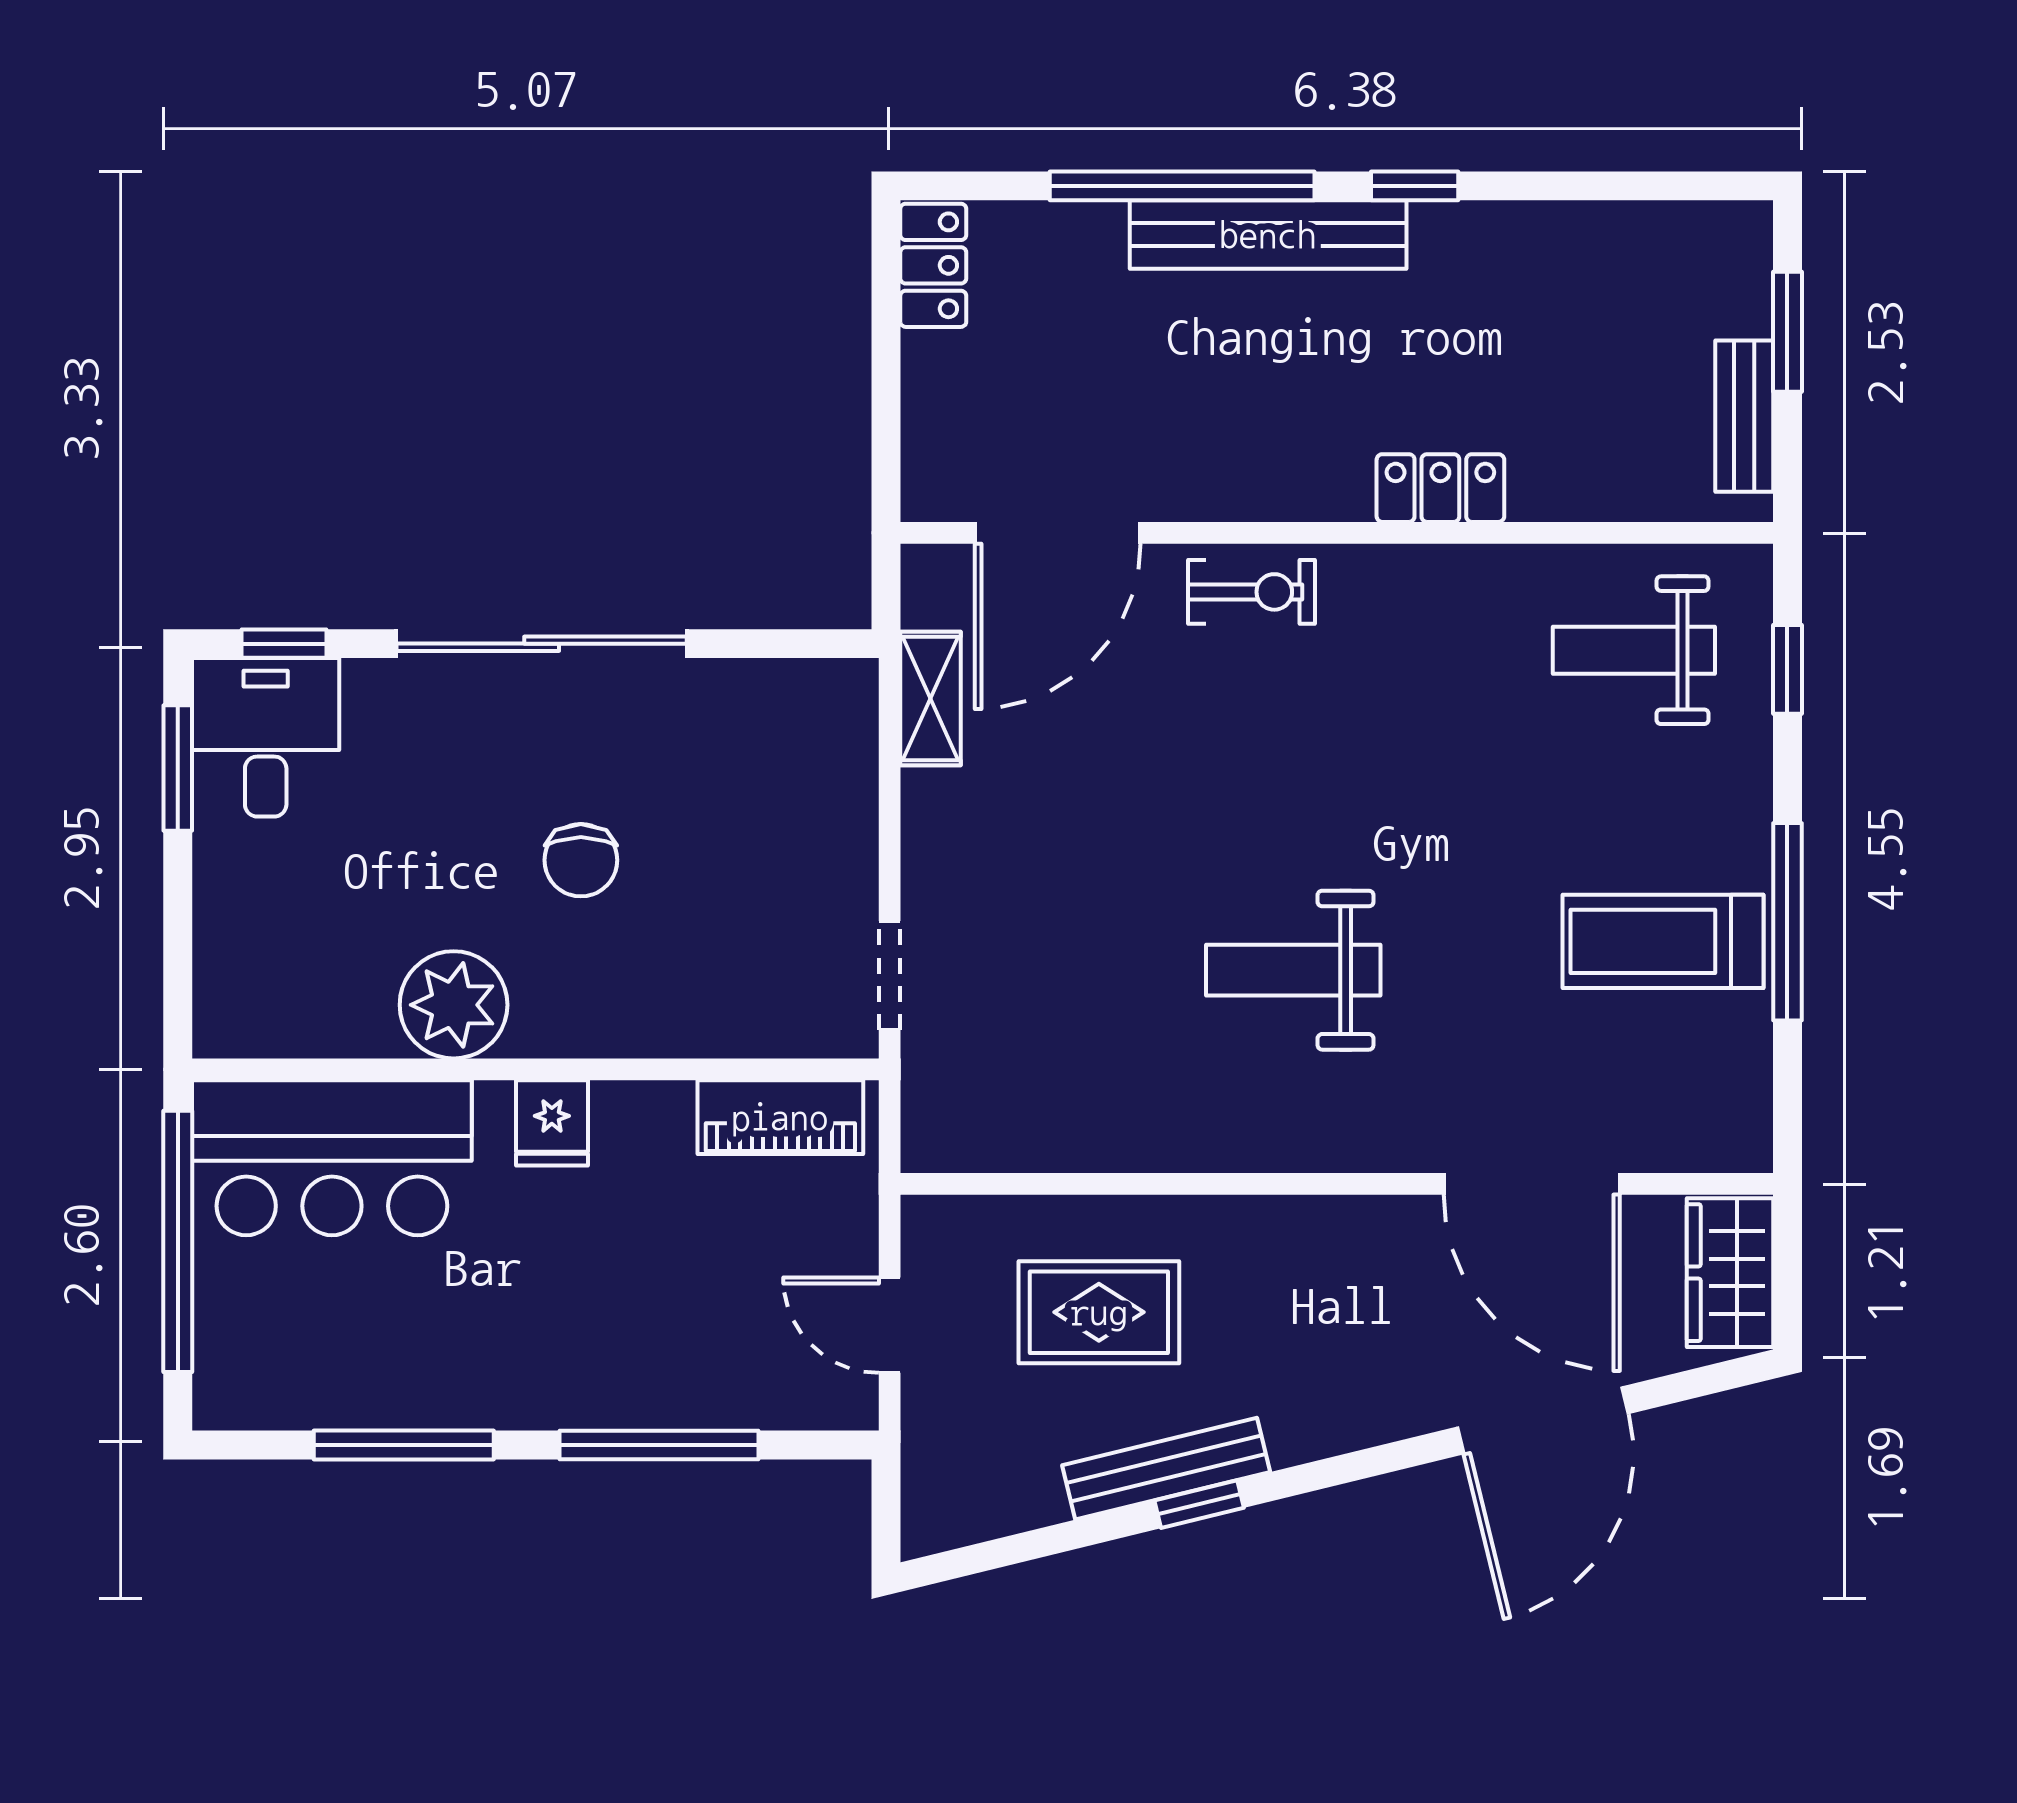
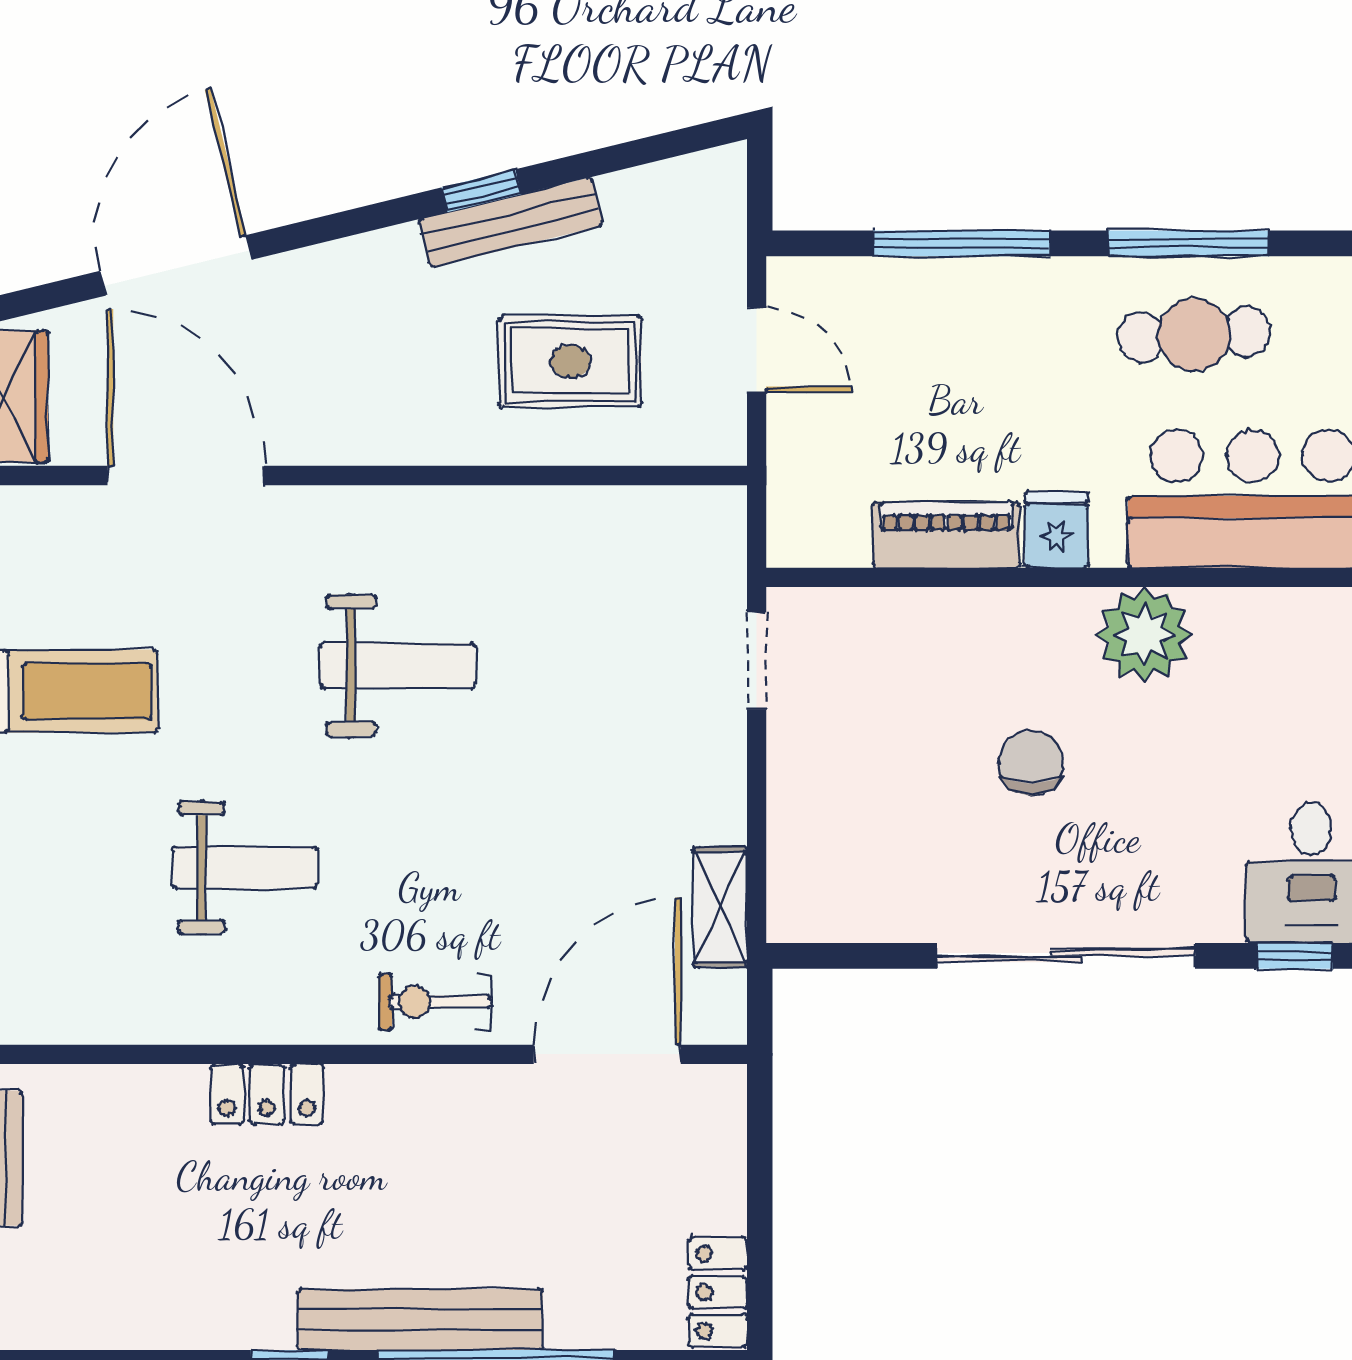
weight bench: (1634, 650) -> (245, 868), moved
piano: (780, 1117) -> (946, 535), moved
cafe table: (398, 1342) -> (1194, 335), added

